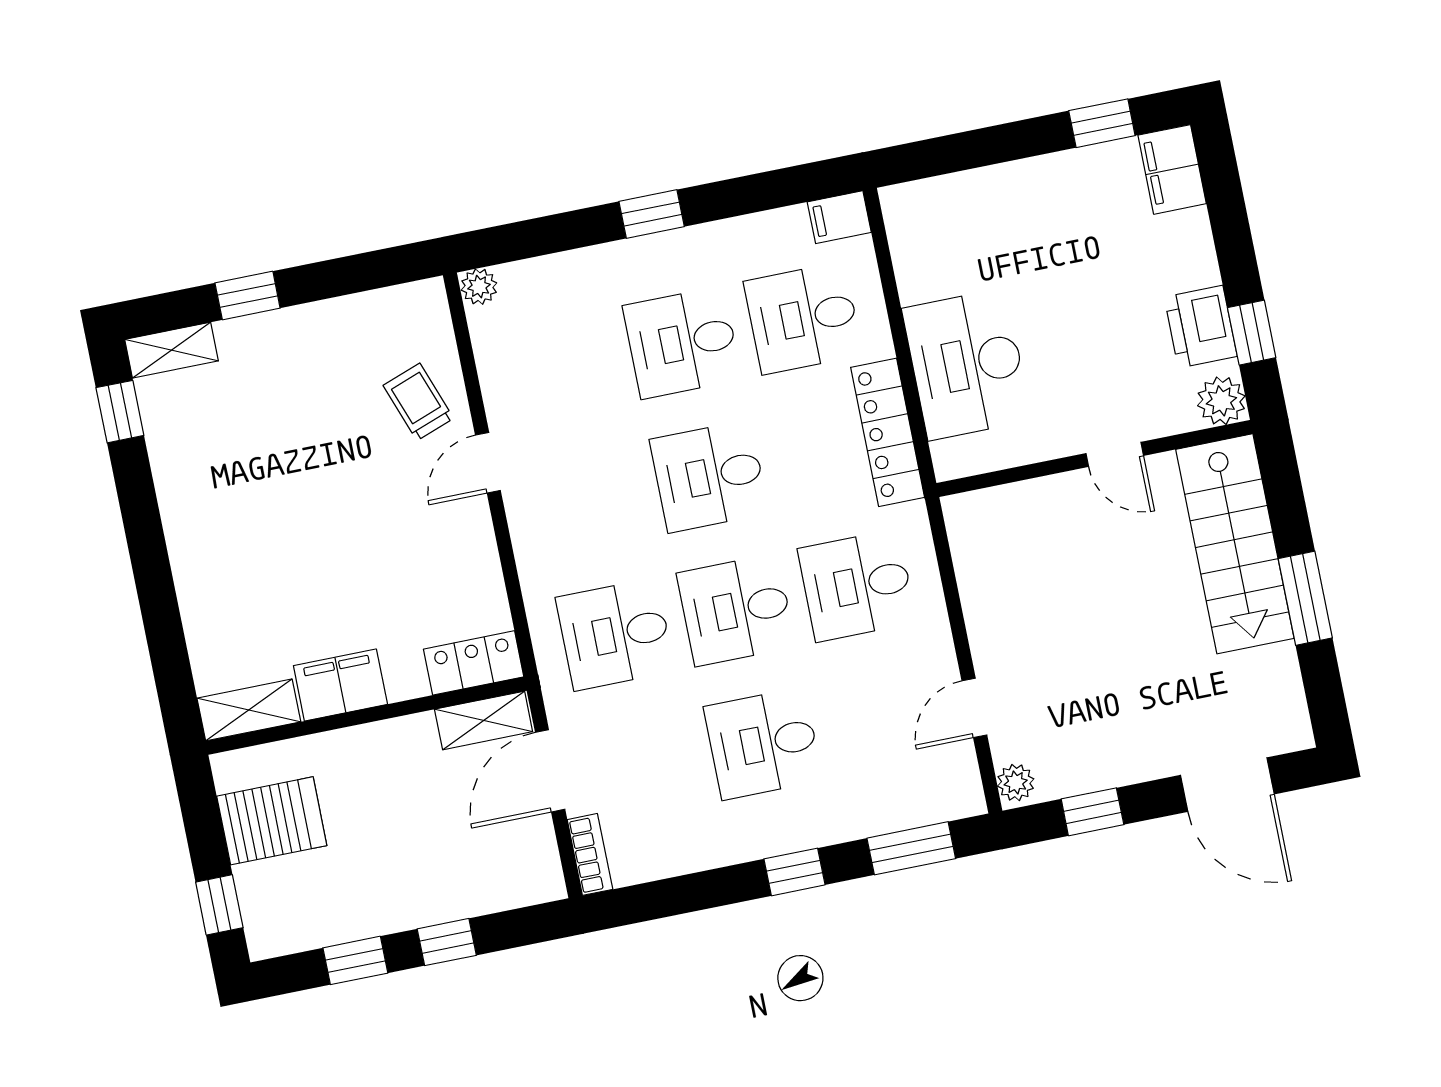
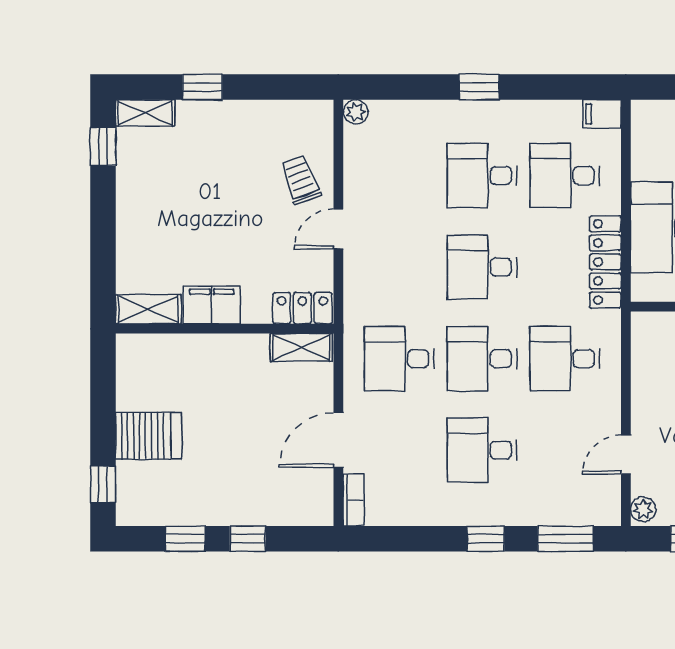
locker: (474, 663) -> (302, 308), moved
filing cabinet: (340, 685) -> (212, 305), moved
shelving: (249, 710) -> (148, 309), moved
wall: (366, 716) -> (225, 329), moved
shelving: (484, 720) -> (301, 347), moved

